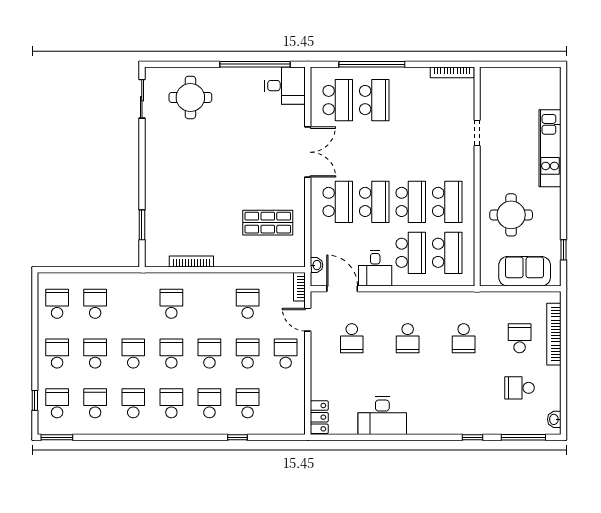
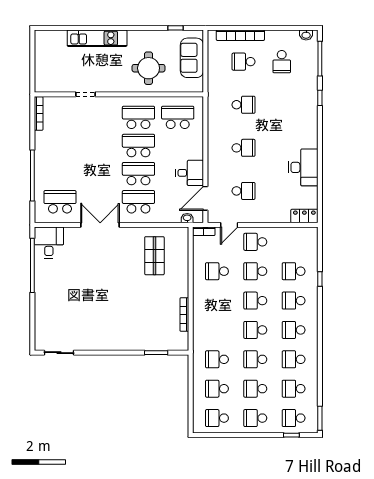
round table: (190, 97) -> (58, 315), removed
school desk: (374, 100) -> (60, 174), removed
school desk: (411, 253) -> (178, 146), removed
school desk: (171, 304) -> (217, 359), moved

